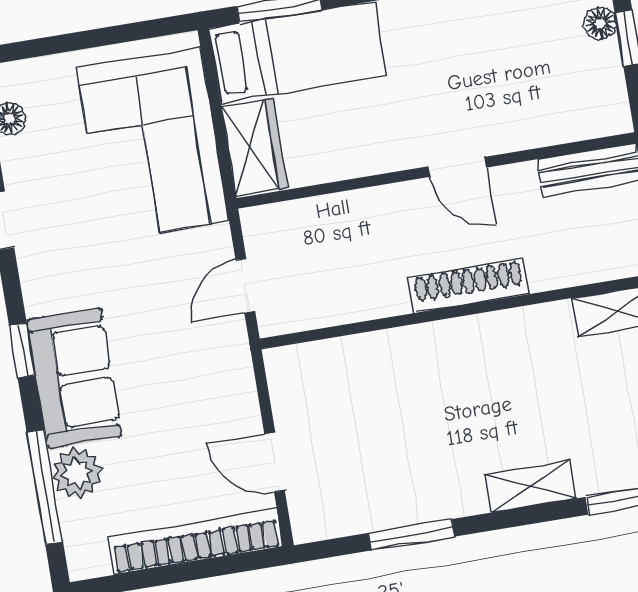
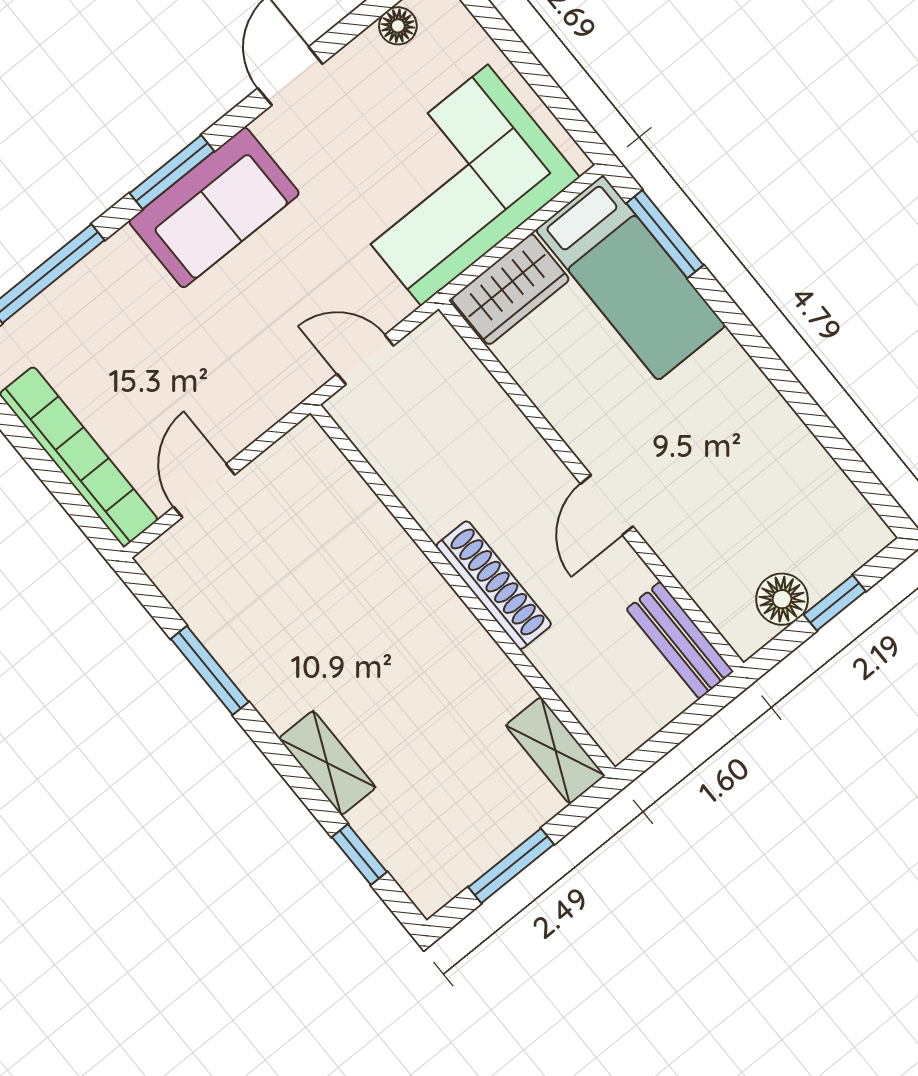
floor lamp: (600, 23) -> (782, 599), moved, width x1.37, depth x1.37
window: (22, 350) -> (172, 172), width x1.50
sofa: (74, 378) -> (214, 208), moved
plant: (77, 473) -> (80, 298), removed

